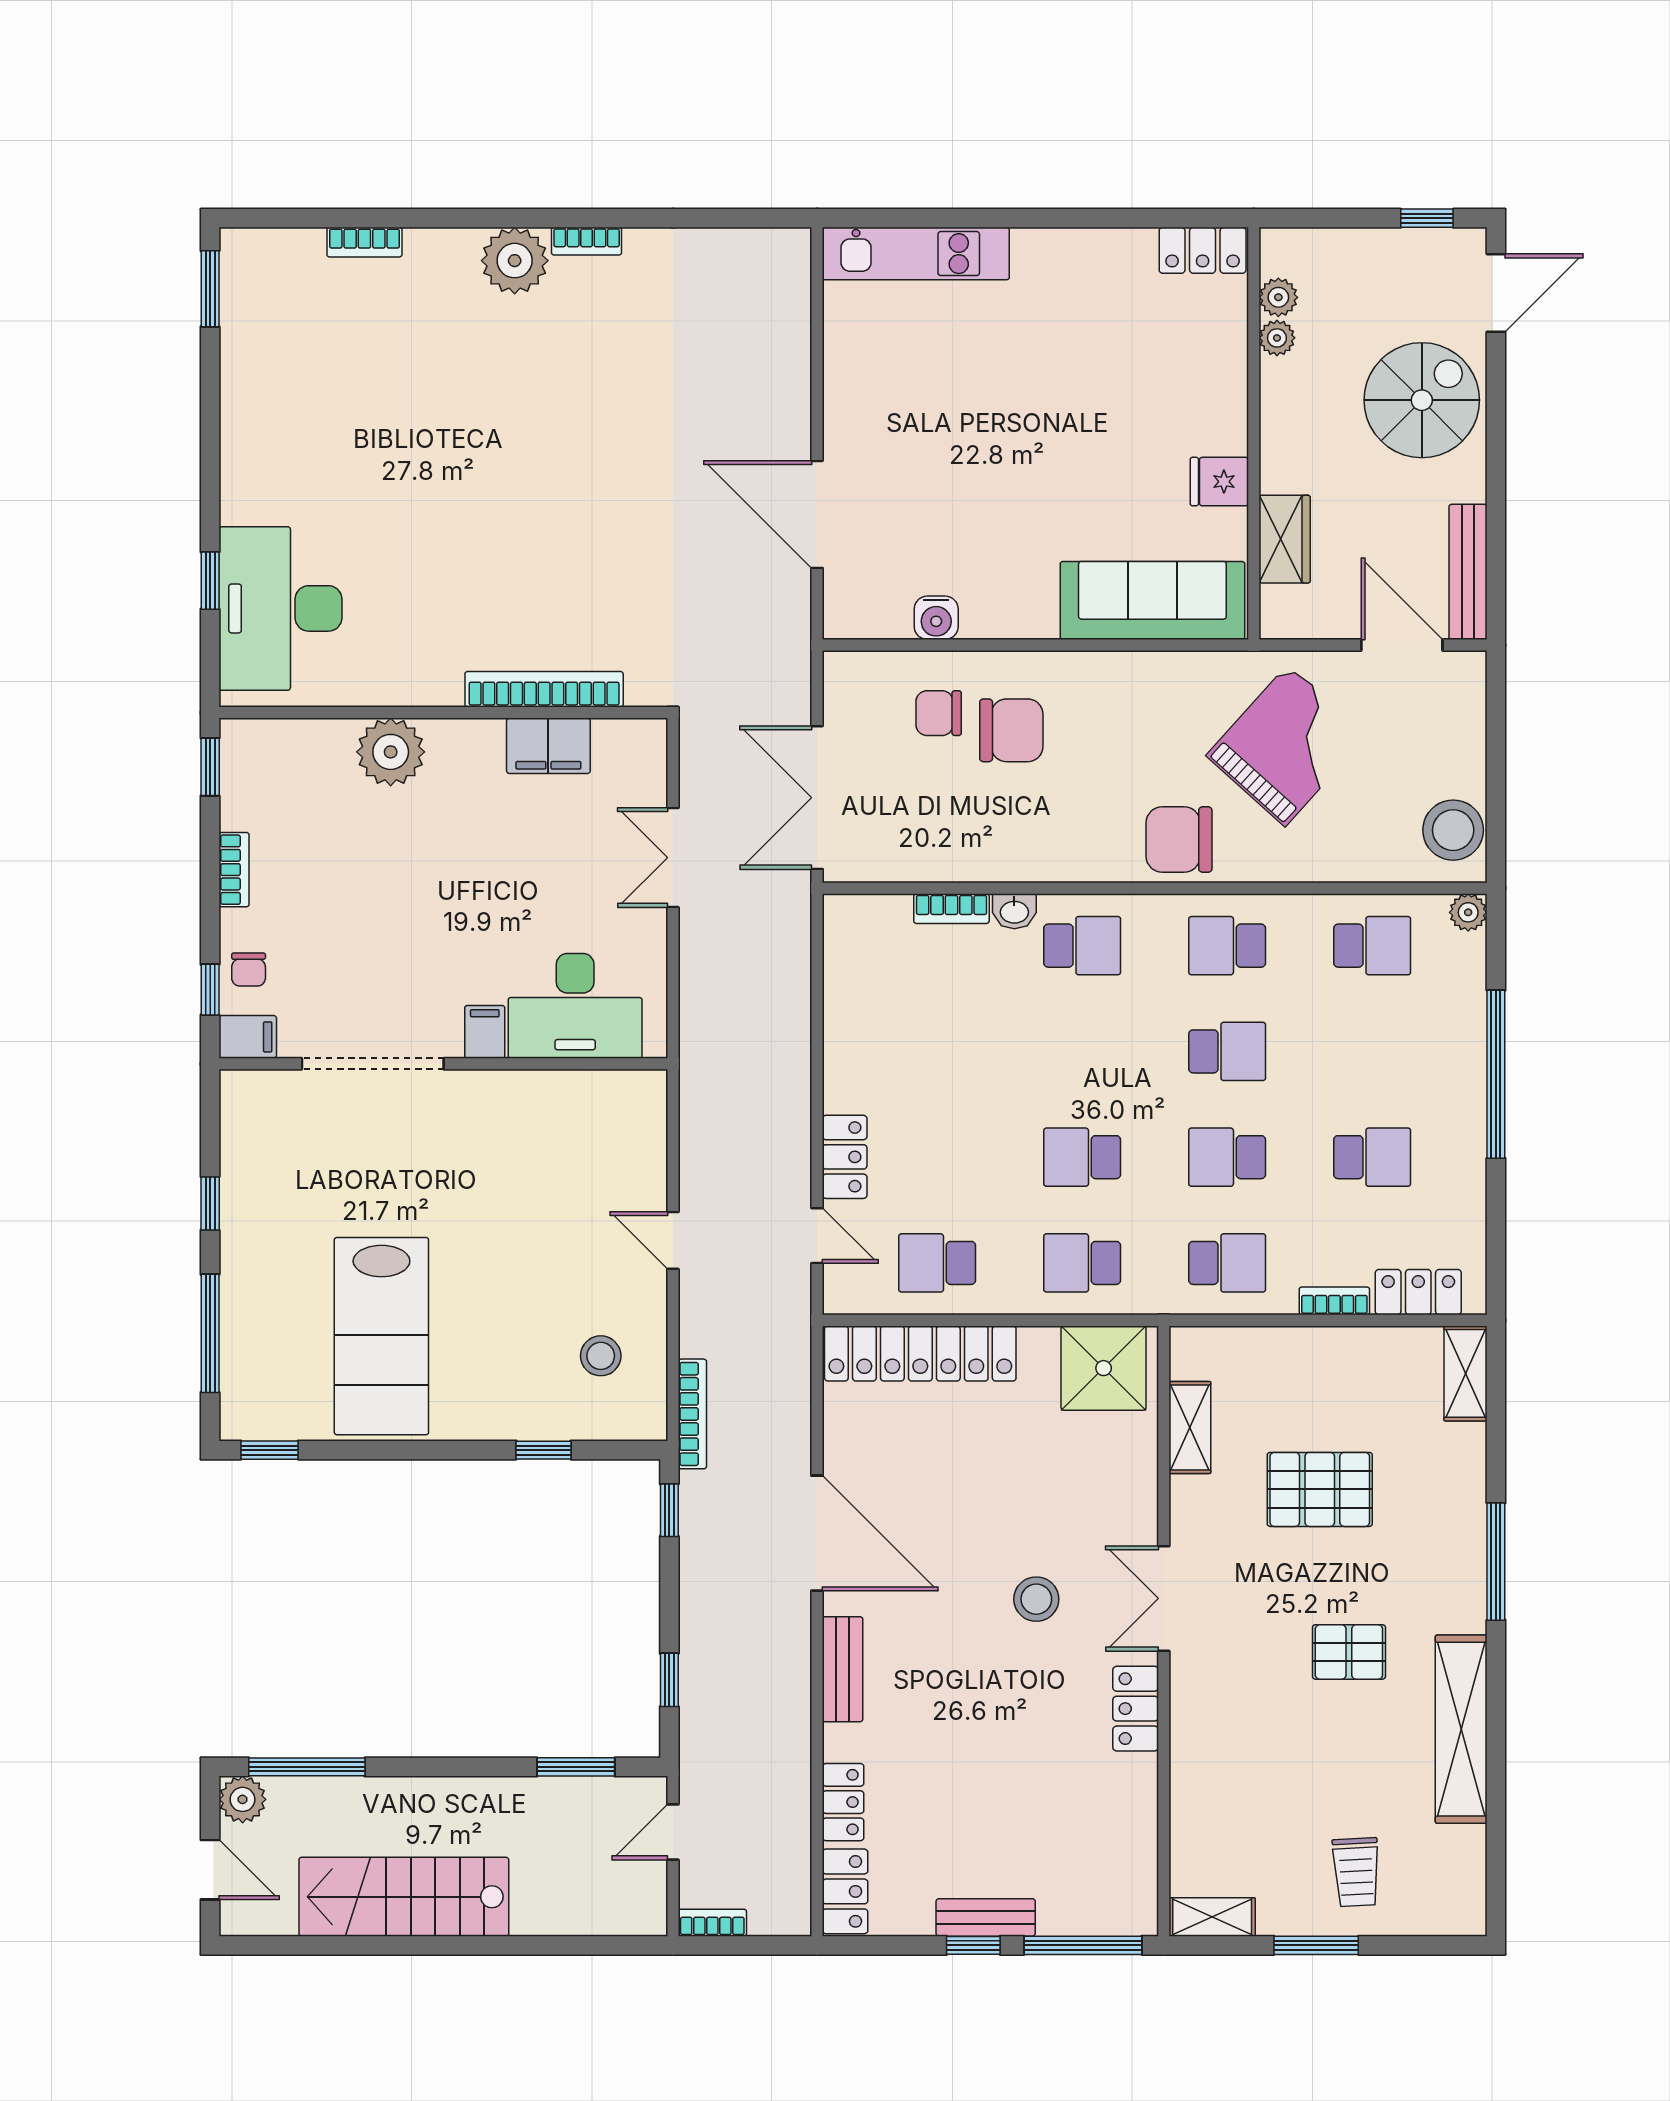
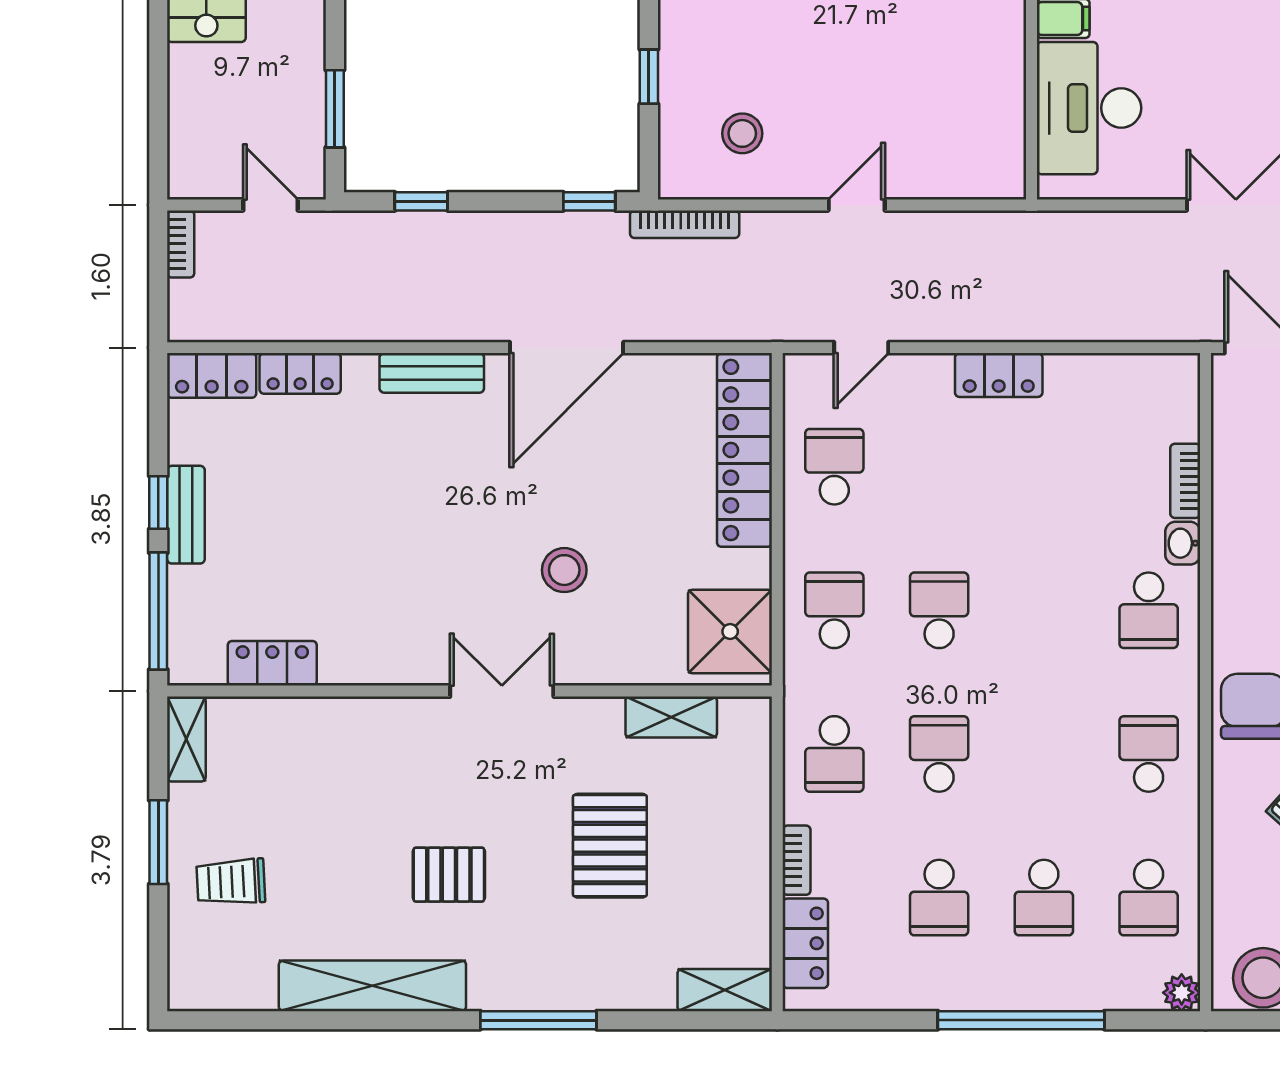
school desk: (1227, 1051) -> (1044, 898), moved
locker: (845, 1157) -> (999, 375), moved
stool: (1036, 1599) -> (564, 570), moved
pallet: (1349, 1652) -> (449, 875), turned 90
locker: (1136, 1709) -> (272, 663), moved

